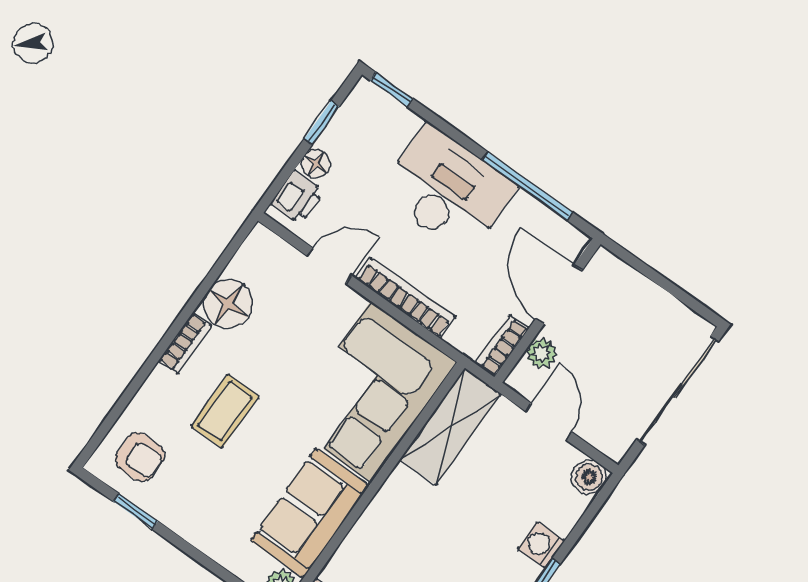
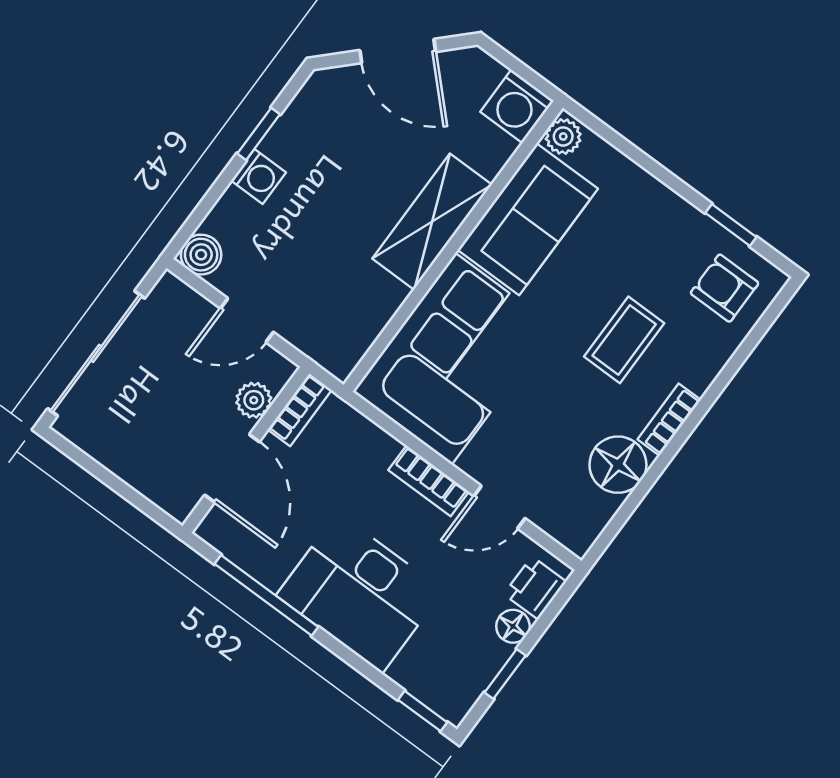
bookcase: (406, 298) -> (429, 481), width x0.64
door: (549, 422) -> (247, 320), hinge flipped
shelving: (451, 426) -> (432, 222), moved

